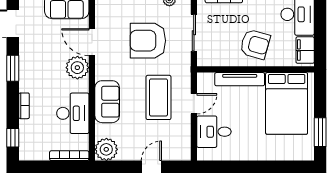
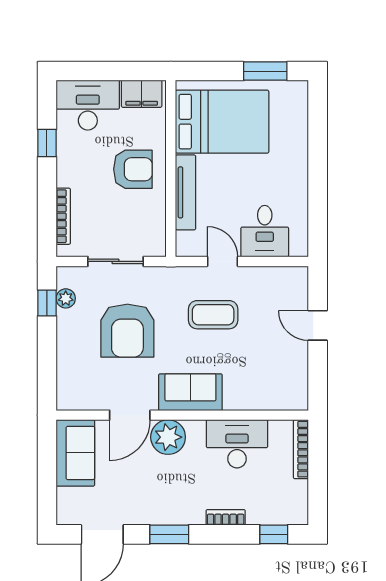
armchair: (255, 44) -> (133, 169), turned 74
coffee table: (159, 97) -> (213, 315), width x0.73, depth x0.76
sofa: (107, 102) -> (190, 392), moved
plant: (106, 149) -> (291, 393), removed

